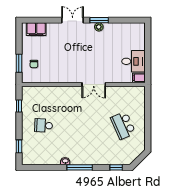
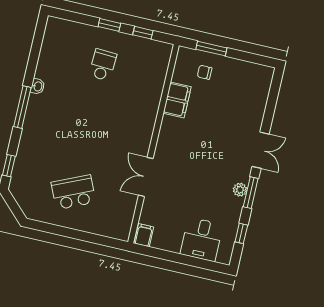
window: (125, 20) -> (241, 233), added
filing cabinet: (36, 29) -> (177, 100), moved, turned 180
desk: (134, 61) -> (202, 239), moved
double door: (94, 85) -> (146, 177), moved
window: (19, 146) -> (109, 25), moved

